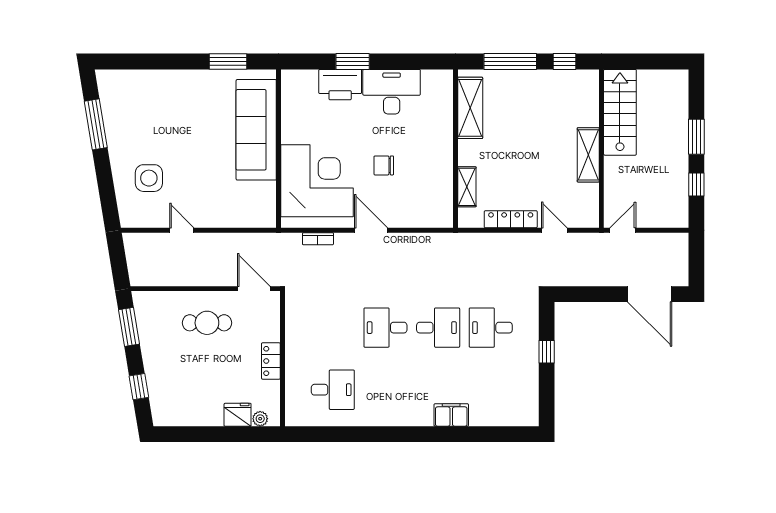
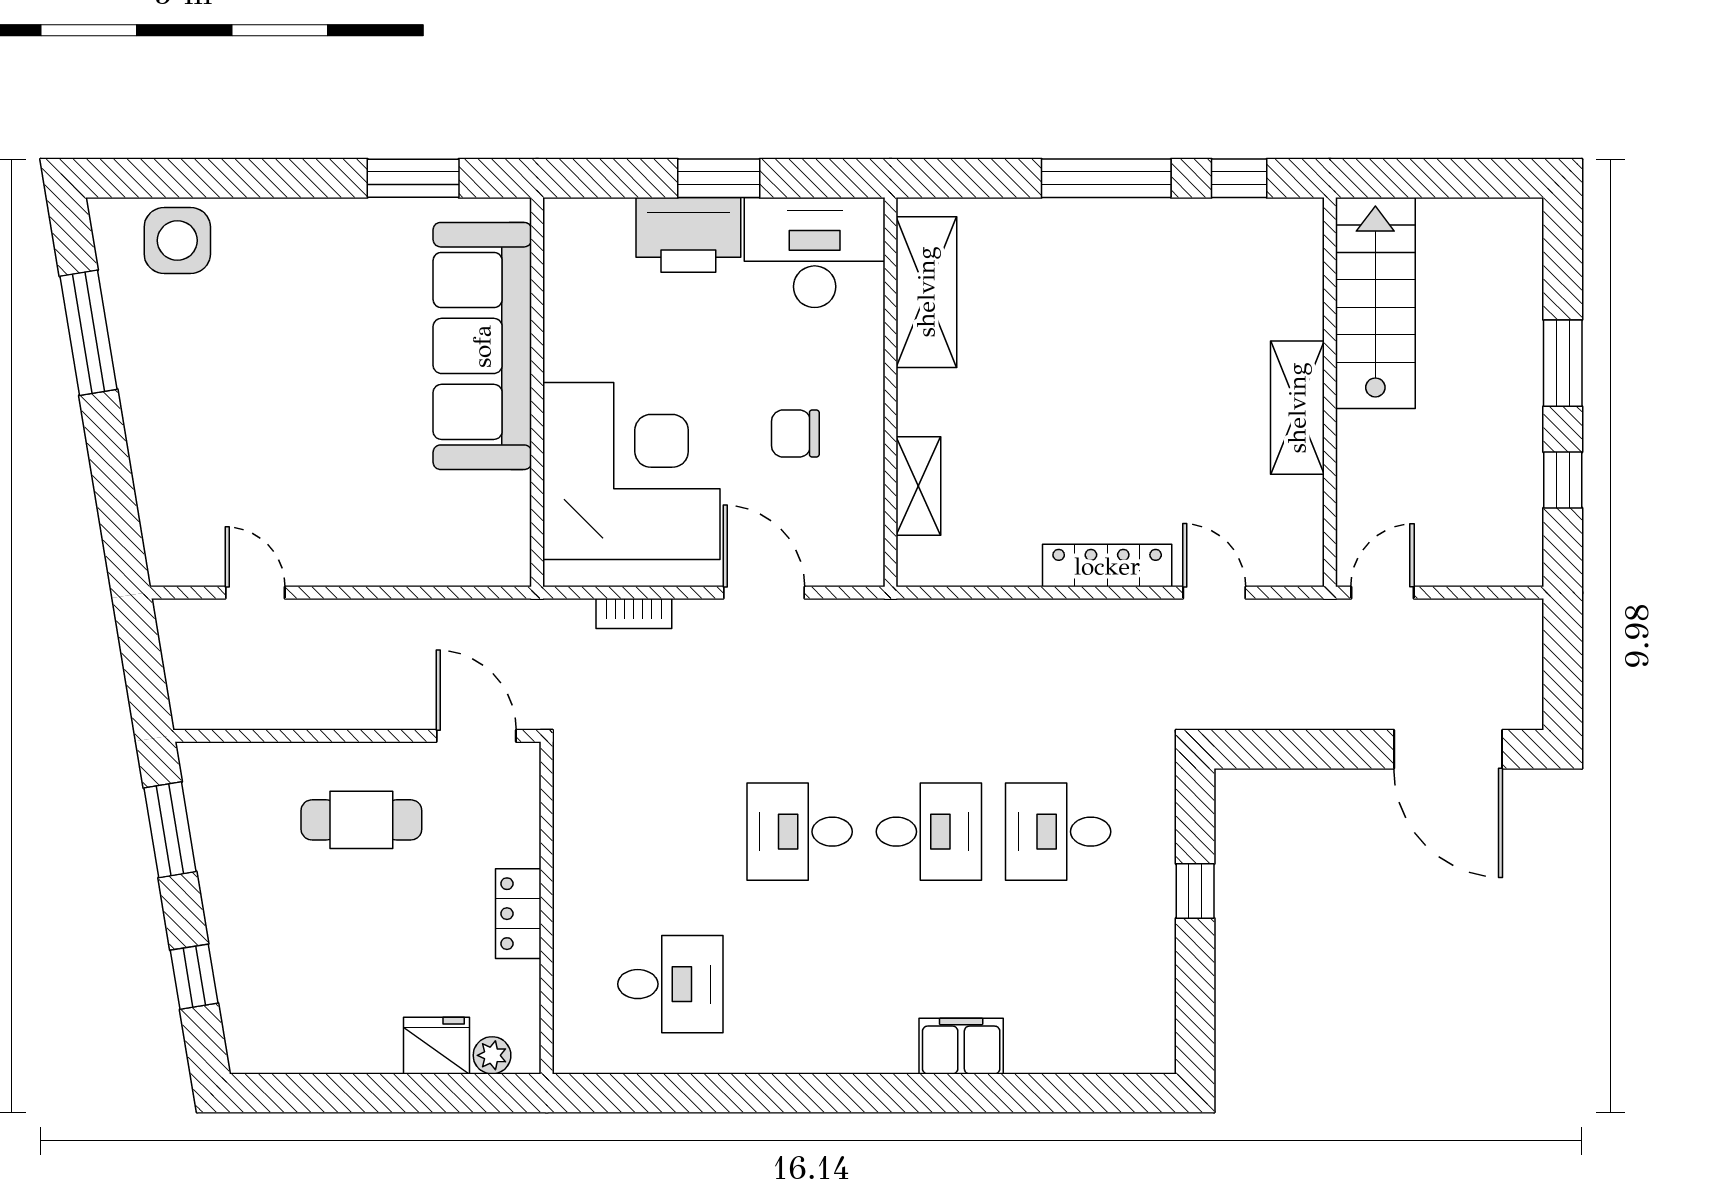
shelving: (470, 108) -> (926, 292), moved
wall: (456, 149) -> (891, 392), moved
side table: (149, 178) -> (177, 240), moved
shelving: (467, 187) -> (918, 486), moved
door: (182, 230) -> (255, 593), moved

